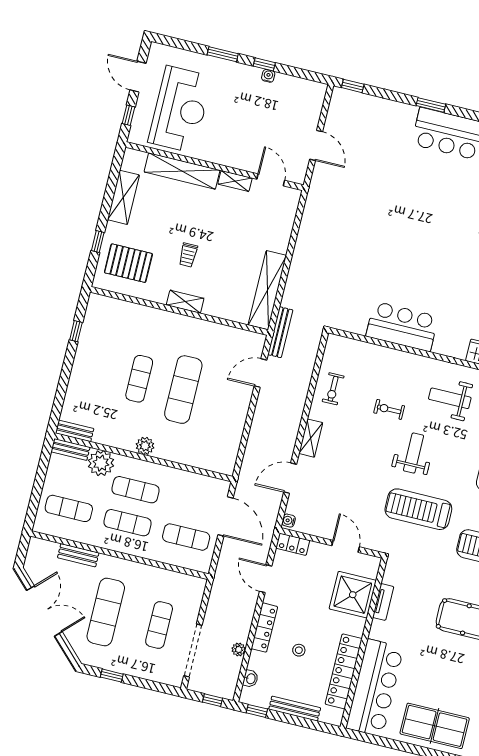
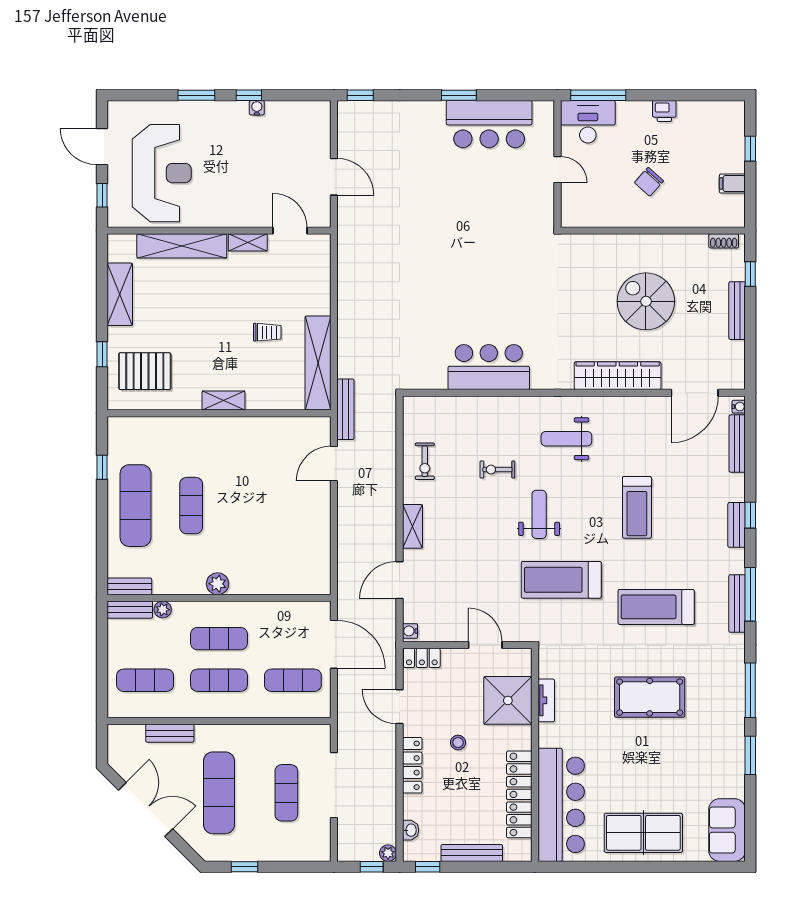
trolley: (188, 255) -> (267, 332), moved, turned -90
exercise mat: (183, 390) -> (136, 506), moved
plant: (101, 463) -> (163, 610), width x0.53, depth x0.53
plant: (239, 649) -> (388, 853), moved
doorway: (193, 650) -> (334, 785), moved
stool: (299, 650) -> (458, 743), moved

